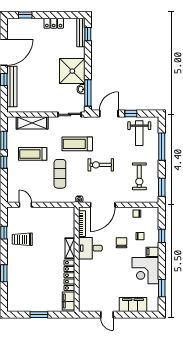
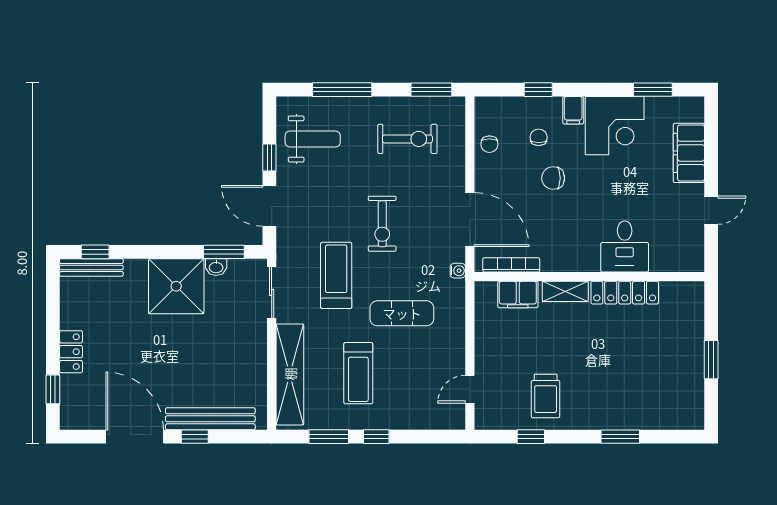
locker: (54, 23) -> (71, 352), moved
window: (88, 93) -> (224, 252), width x0.69
shelving: (32, 123) -> (290, 374), width x1.47
treadmill: (77, 144) -> (336, 275), turned 180
desk: (90, 248) -> (625, 246), moved
filing cabinet: (68, 301) -> (518, 294), moved

